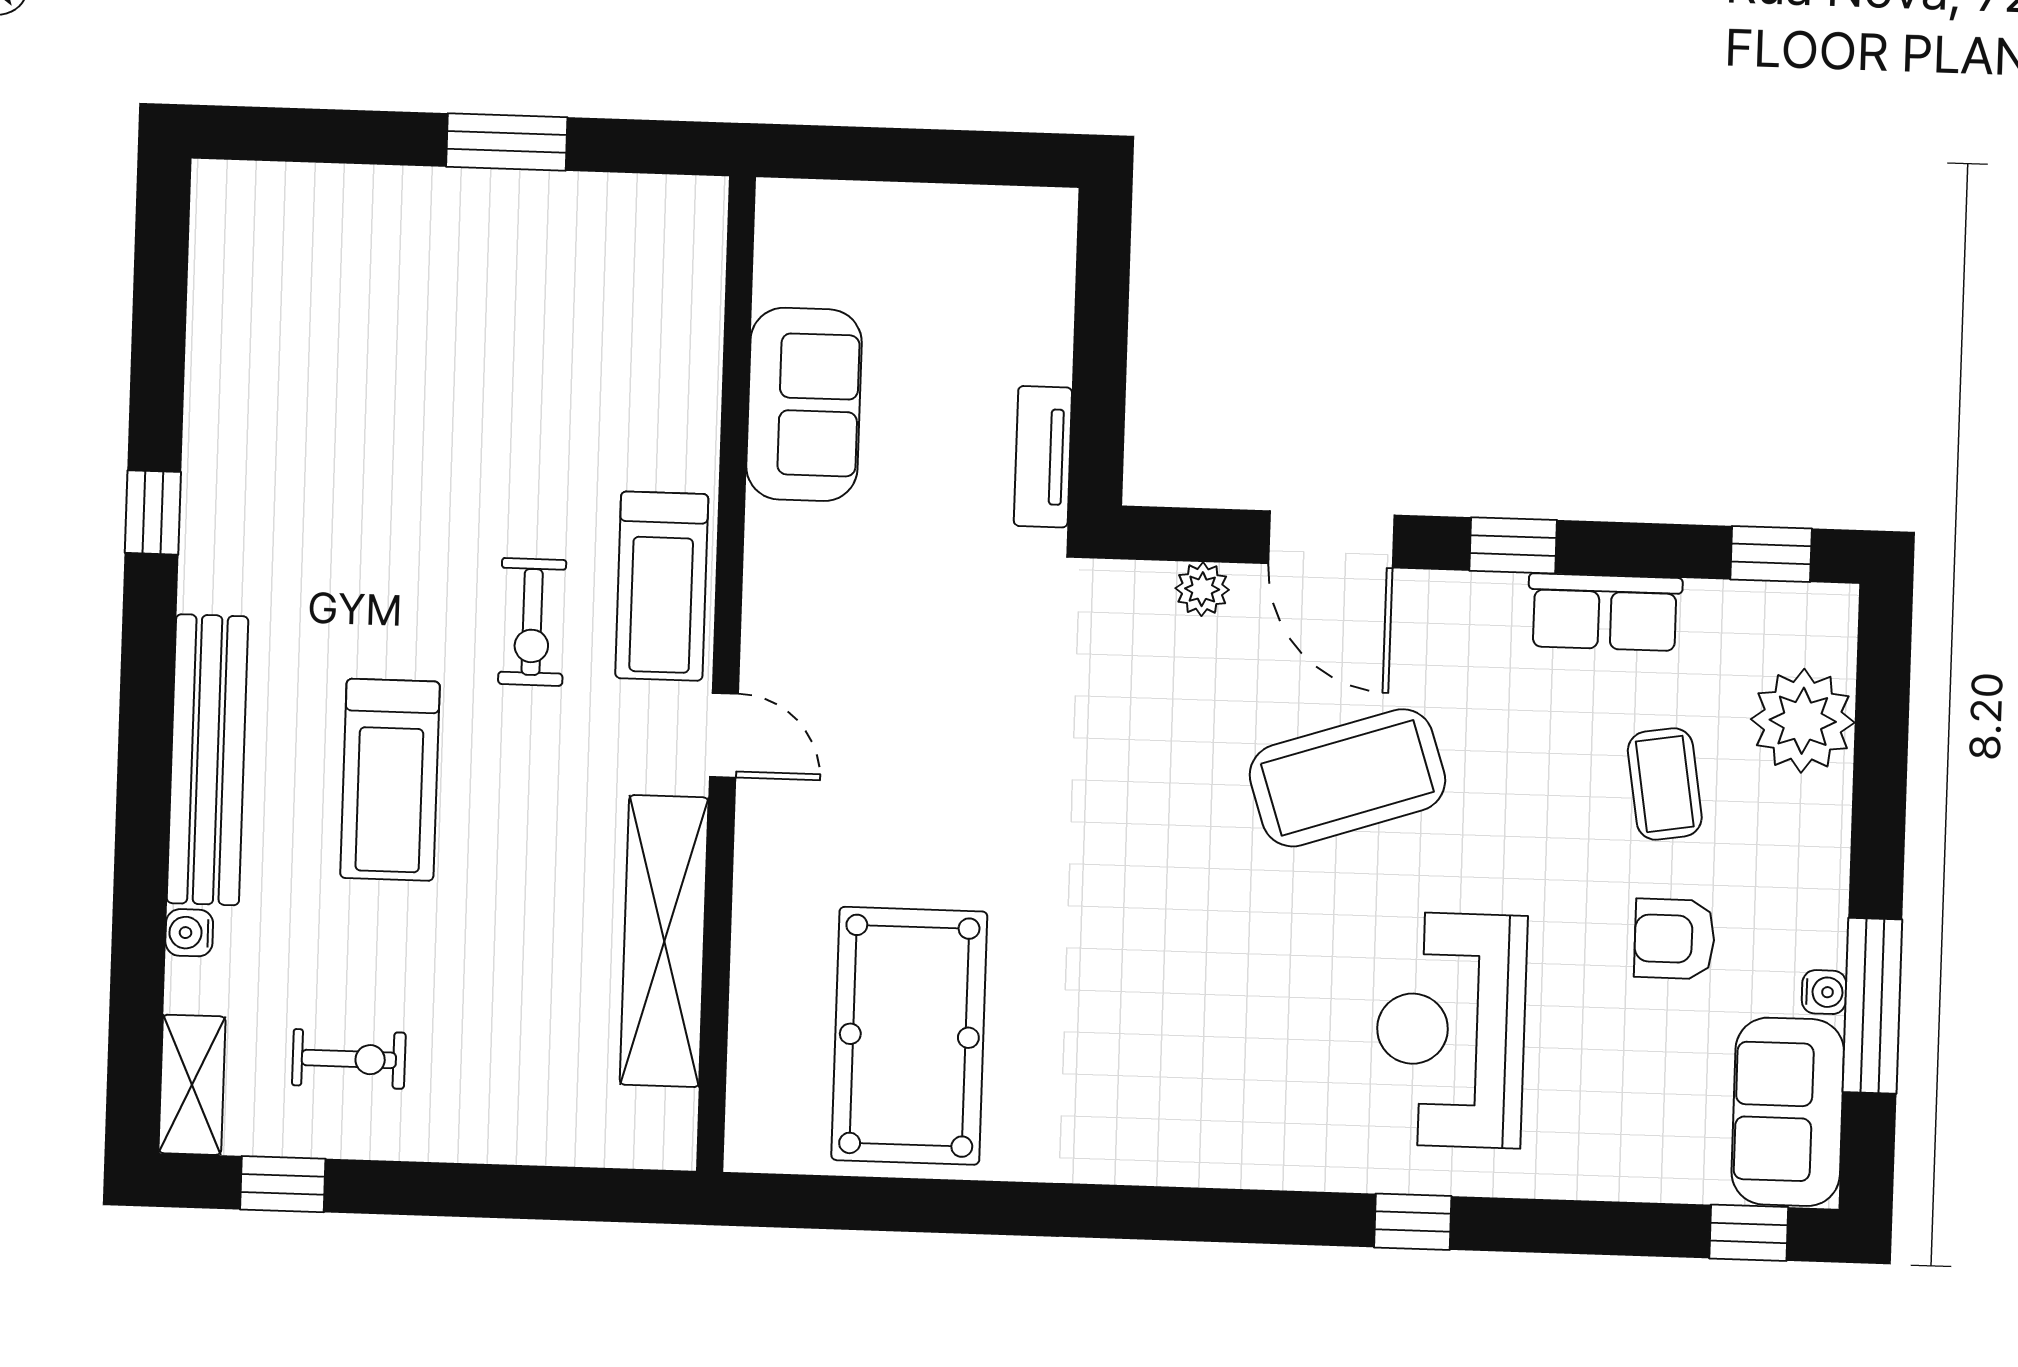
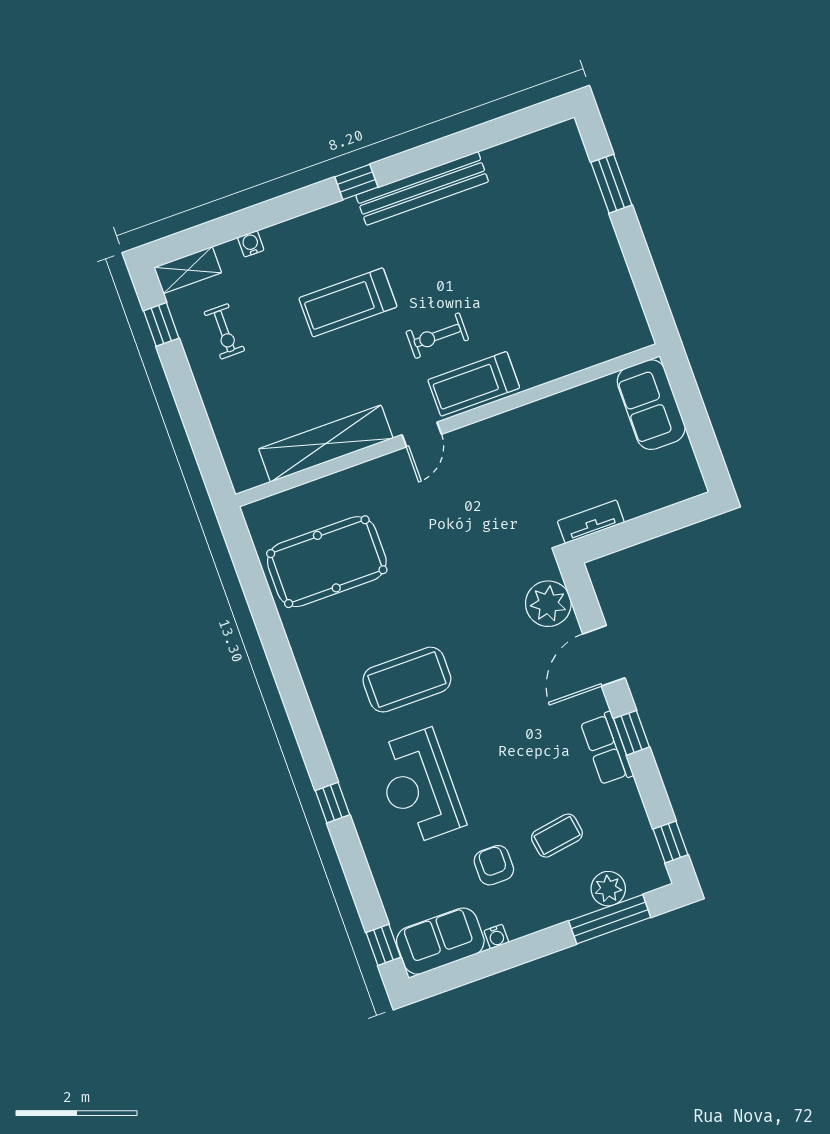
window: (507, 142) -> (611, 184), moved
sofa: (804, 404) -> (651, 405), moved, turned 90
window: (153, 512) -> (356, 182), moved
plant: (1202, 589) -> (548, 604), width x1.87, depth x1.87
row of seats: (1605, 612) -> (607, 749), moved
plant: (1803, 721) -> (608, 889), width x0.73, depth x0.73
bench: (208, 760) -> (422, 188), moved
coffee table: (1347, 778) -> (407, 680), moved, turned -72
window: (1872, 1006) -> (610, 919), moved
reception desk: (1451, 1030) -> (419, 787), turned -90

